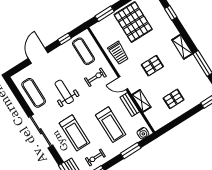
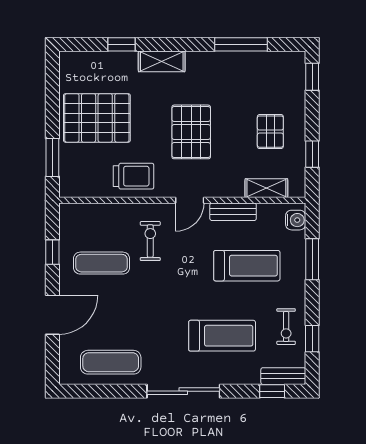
shelving: (182, 47) -> (162, 61), moved
exercise mat: (83, 51) -> (102, 263), moved
door: (38, 56) -> (52, 315), swing flipped
pallet: (152, 66) -> (191, 132), width x1.50, depth x1.42
weight bench: (64, 92) -> (142, 309), removed
shelving: (141, 101) -> (266, 188), moved
window: (175, 123) -> (312, 154), added

